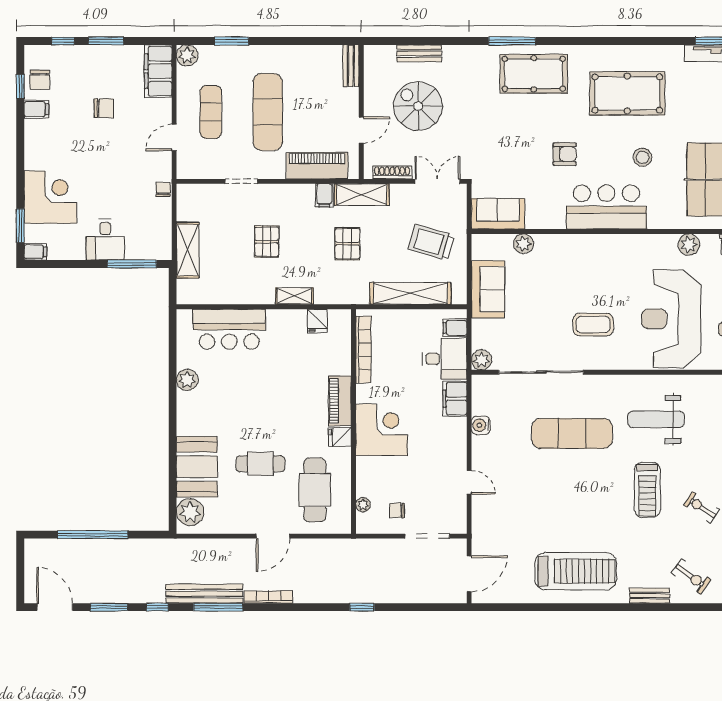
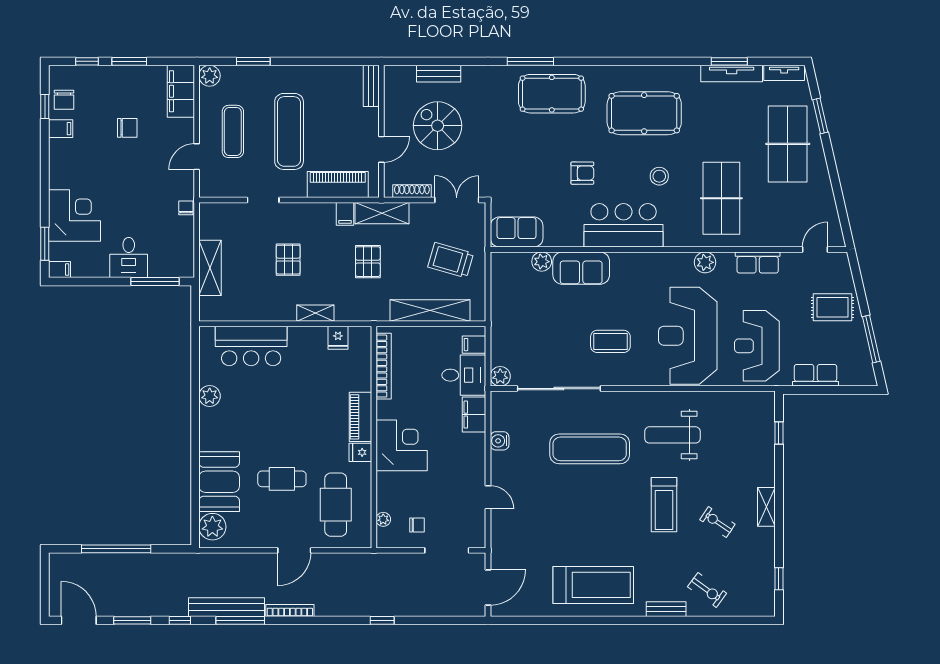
sofa: (488, 289) -> (581, 268), moved, turned 90
chair: (397, 510) -> (417, 525), turned 180

